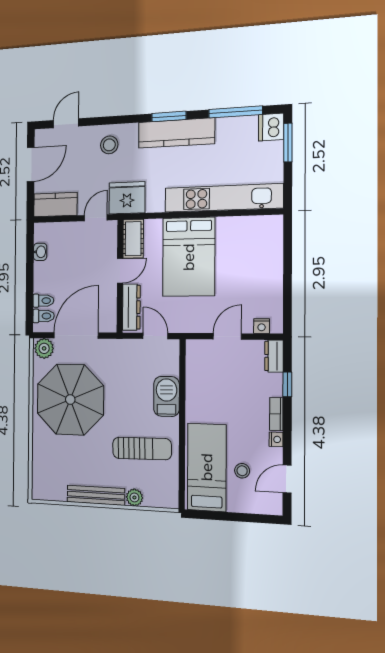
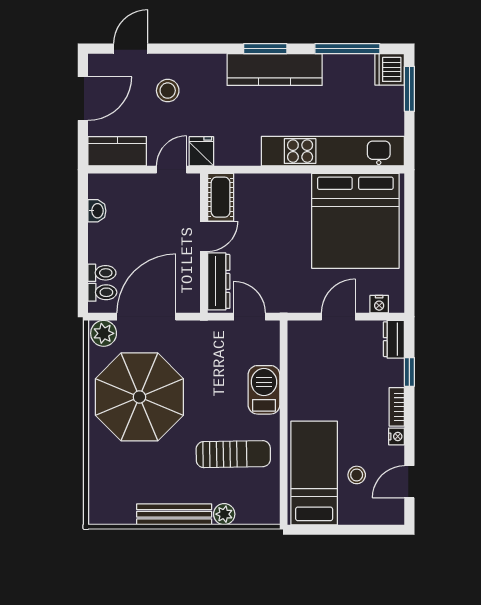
stool: (109, 145) -> (168, 91), moved
fridge: (127, 198) -> (201, 151), width x0.53, depth x0.75
bed: (189, 257) -> (355, 221), moved, width x1.36

